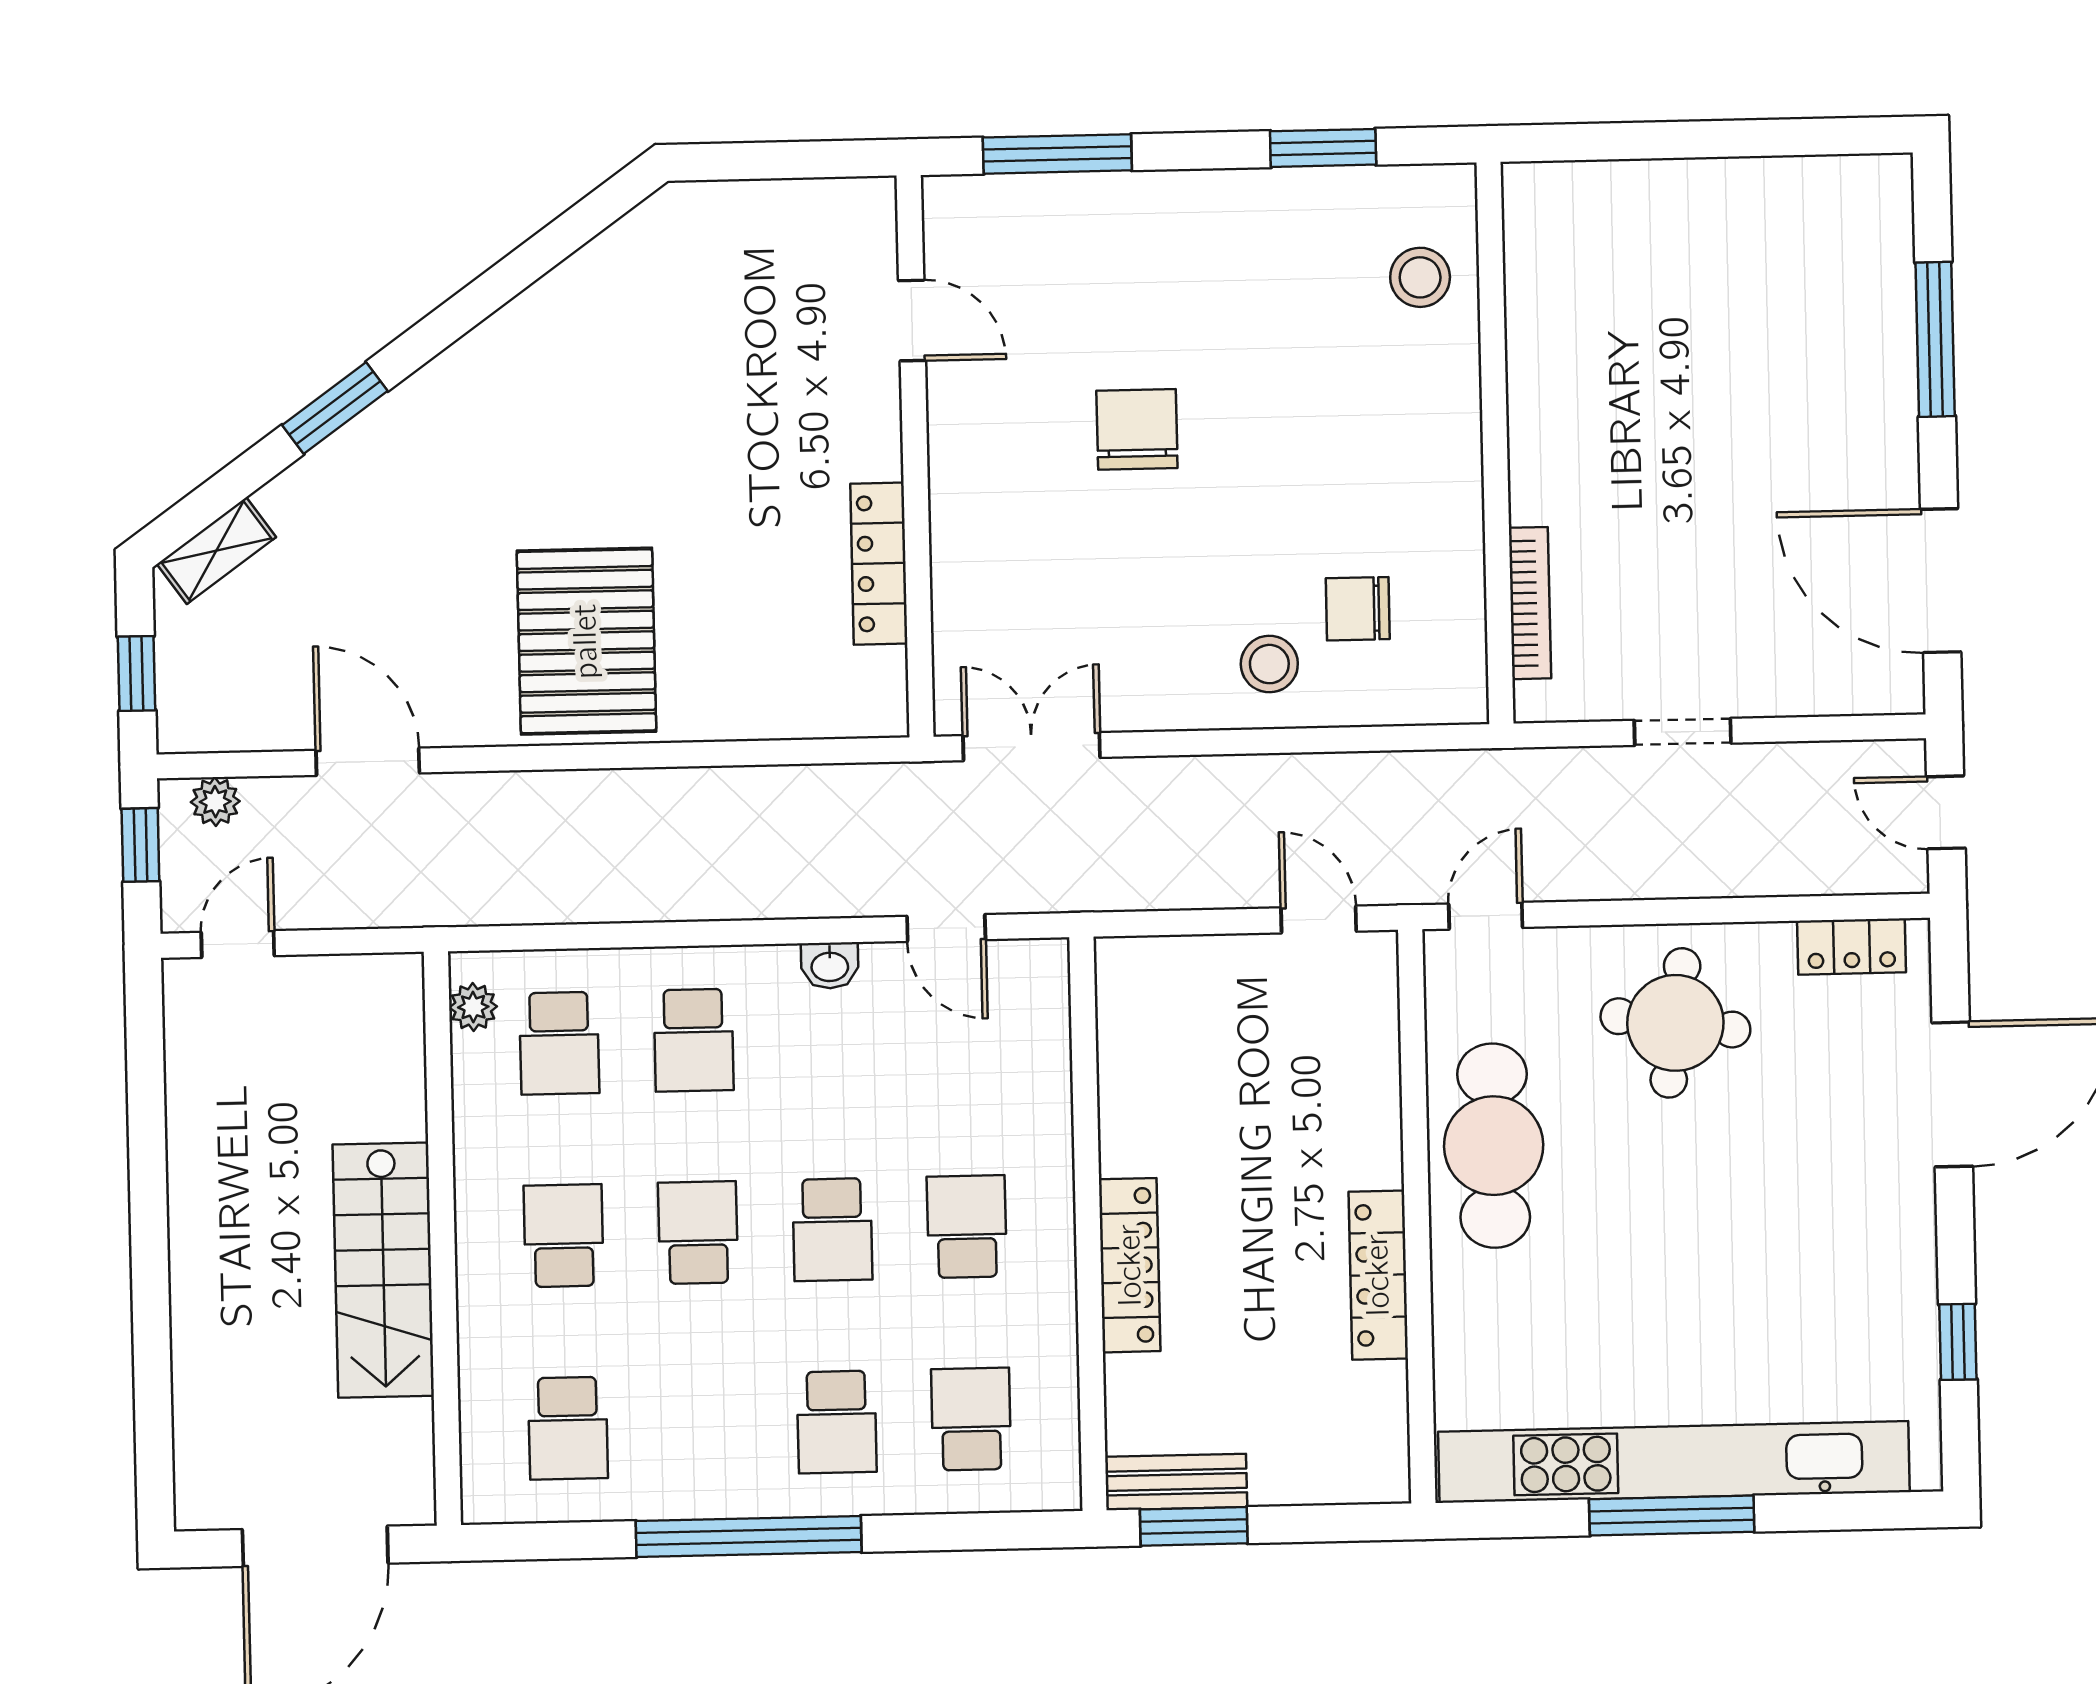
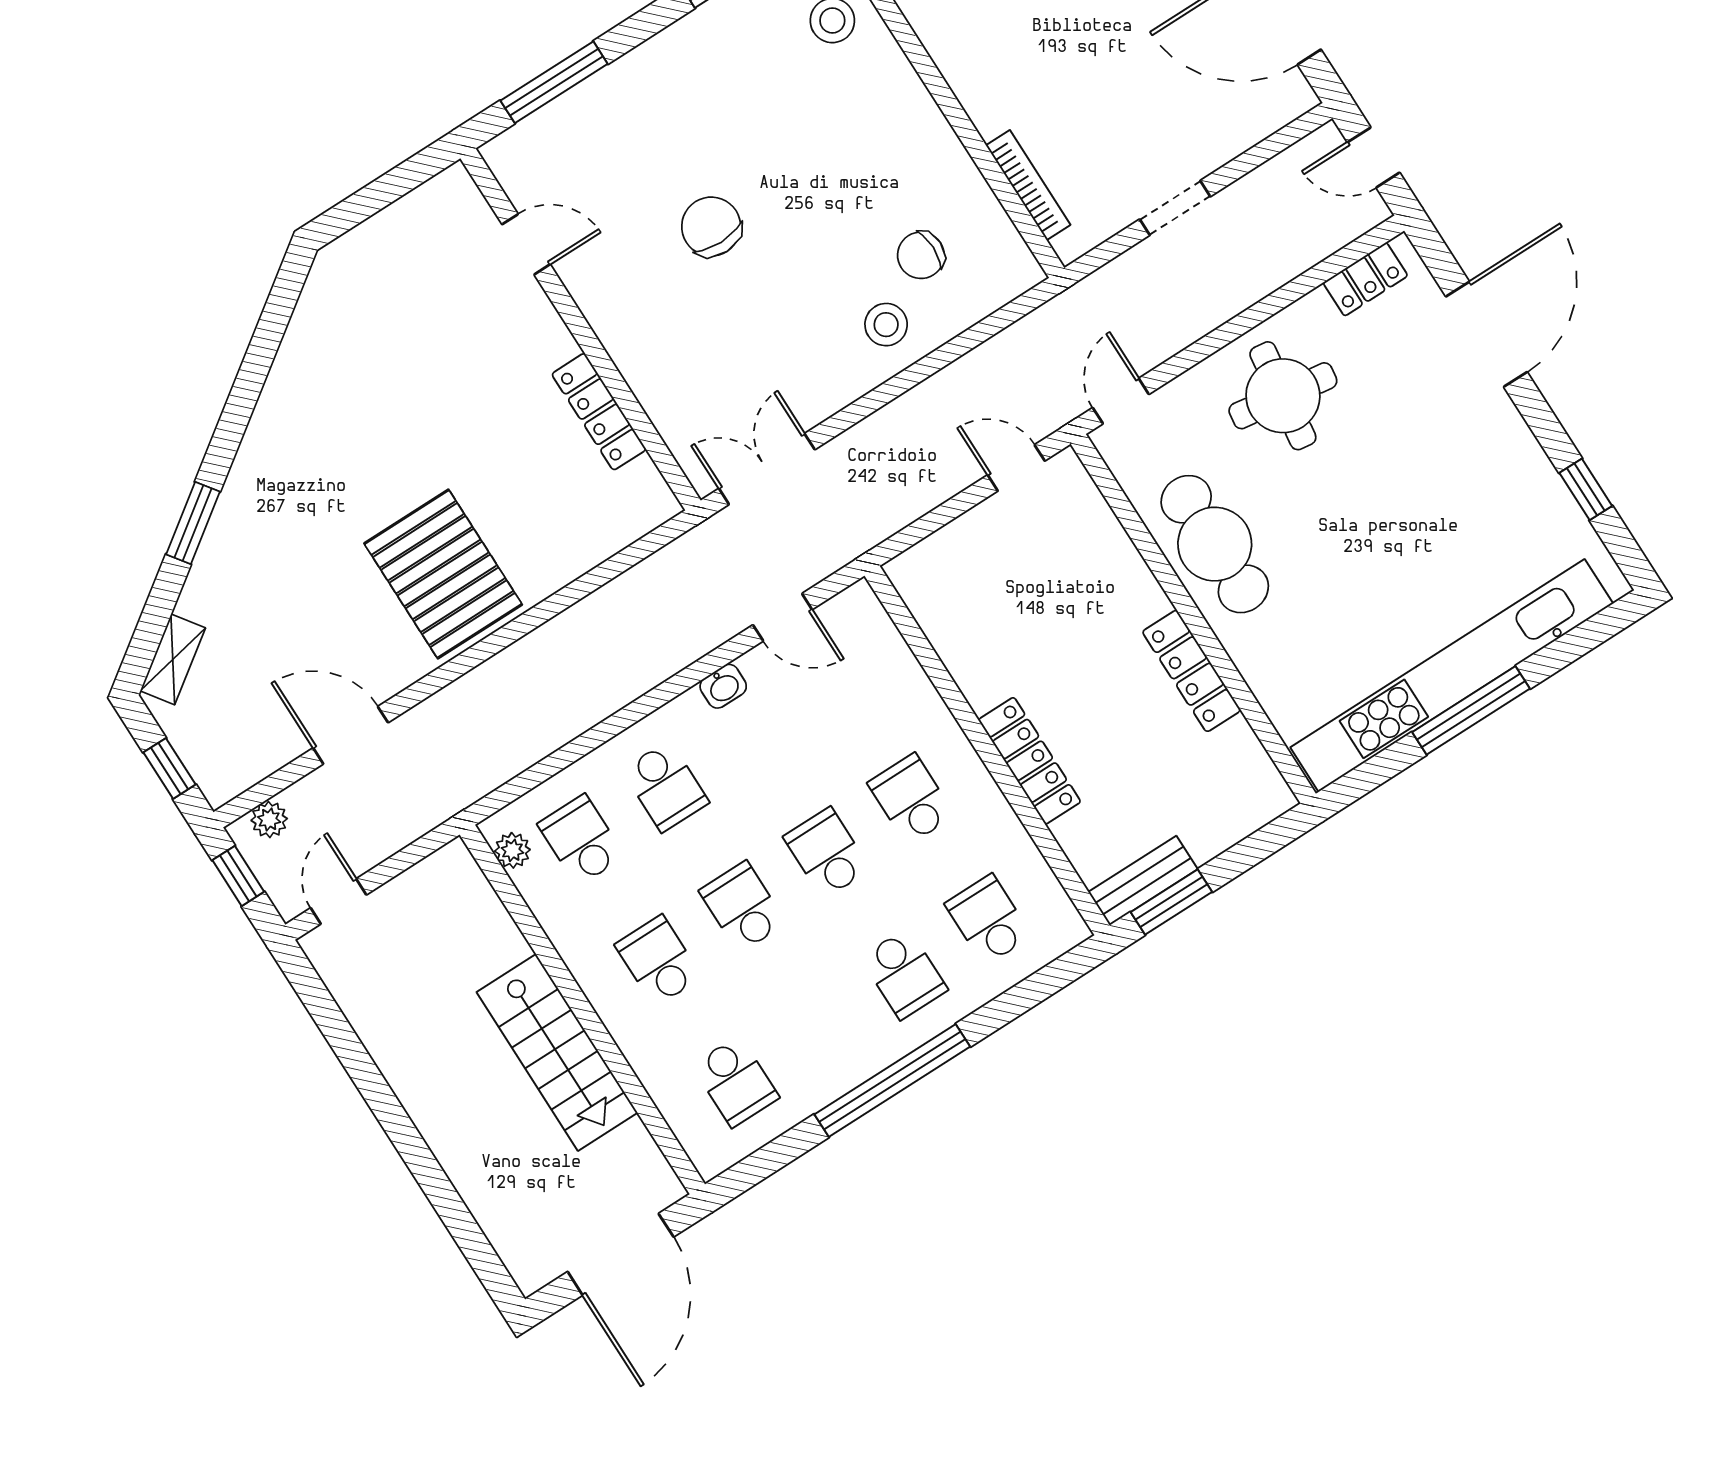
school desk: (559, 1043) -> (581, 840), turned 180
school desk: (832, 1230) -> (827, 853), turned 180

